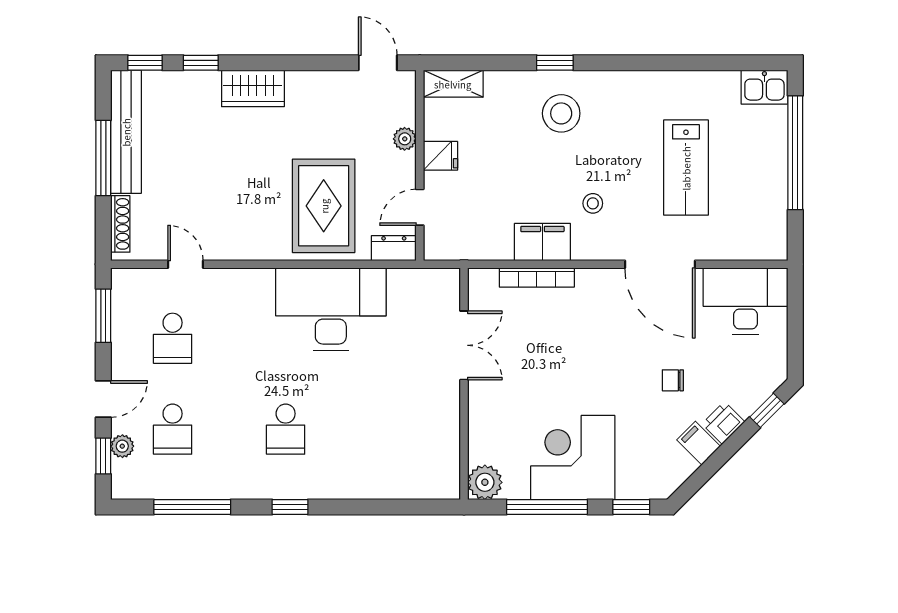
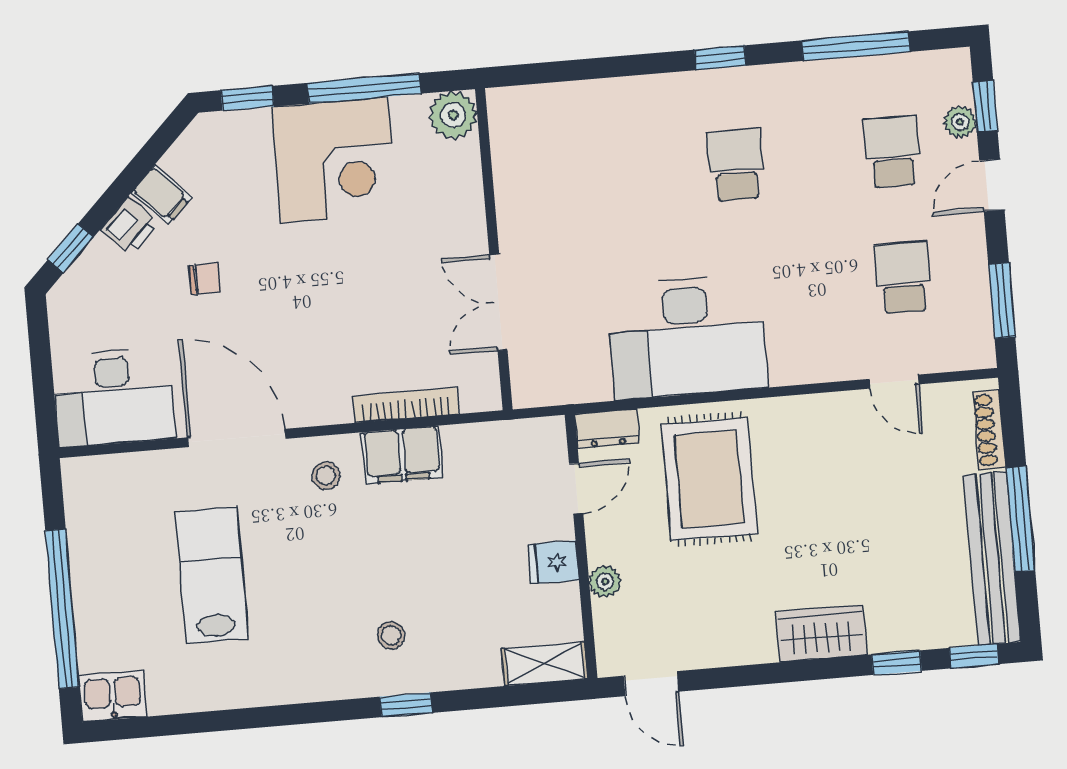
stool: (561, 113) -> (391, 635), width x0.53, depth x0.53
stool: (593, 203) -> (326, 476), moved

